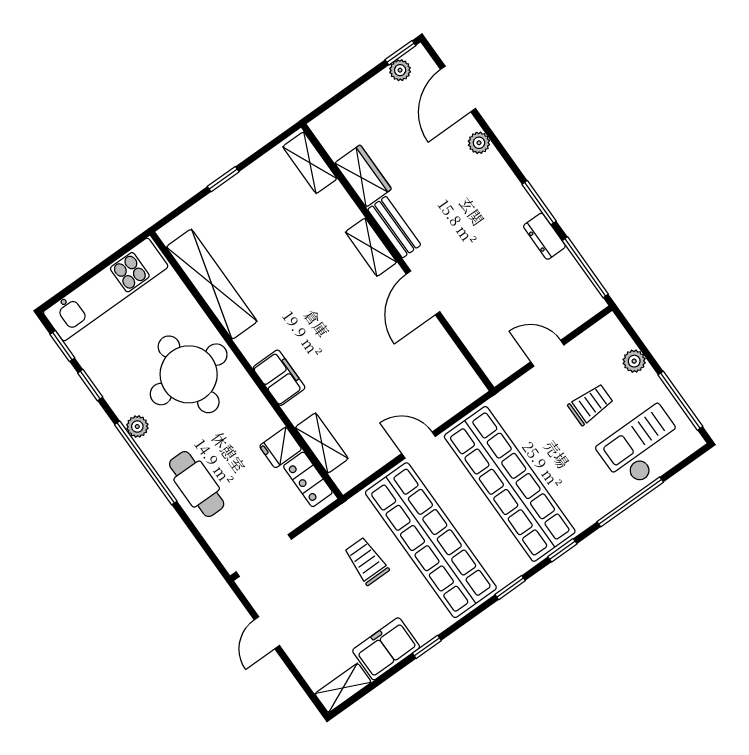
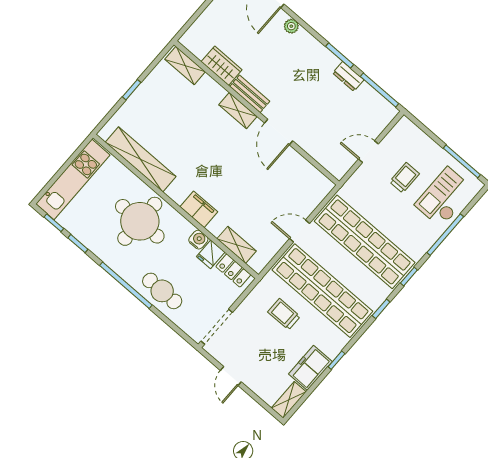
plant: (634, 361) -> (426, 143), removed
water cooler: (268, 422) -> (198, 240), added
plant: (137, 427) -> (115, 263), removed

